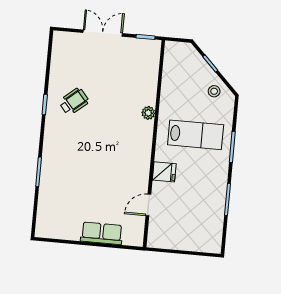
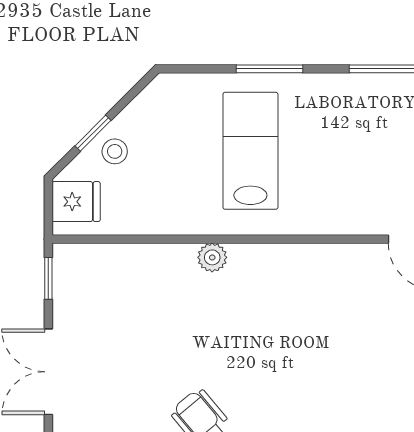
stool: (214, 91) -> (115, 151), moved
fridge: (164, 172) -> (76, 202), moved, turned 90

